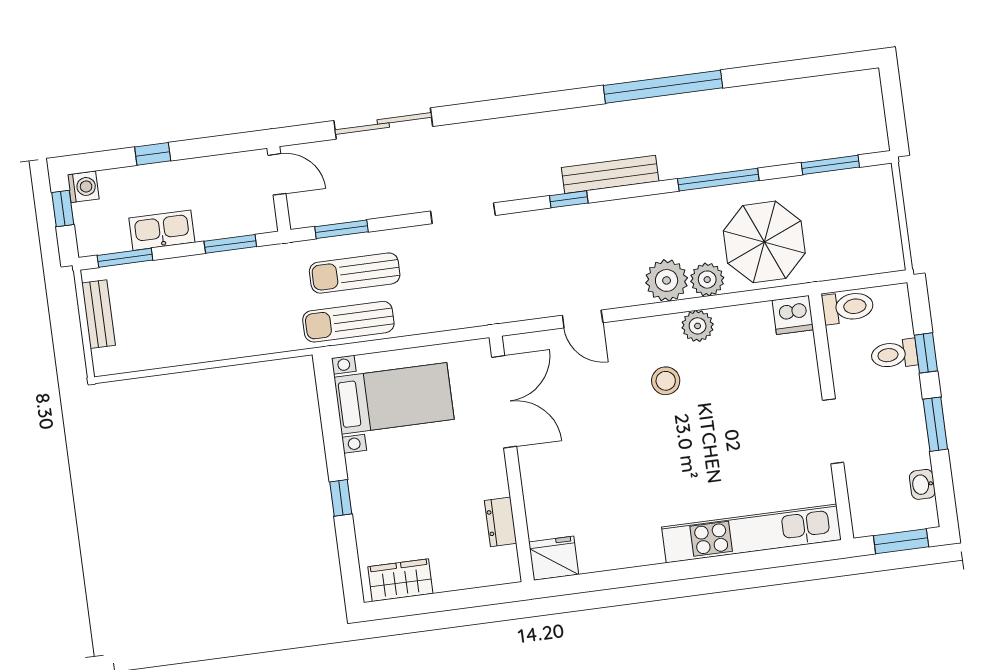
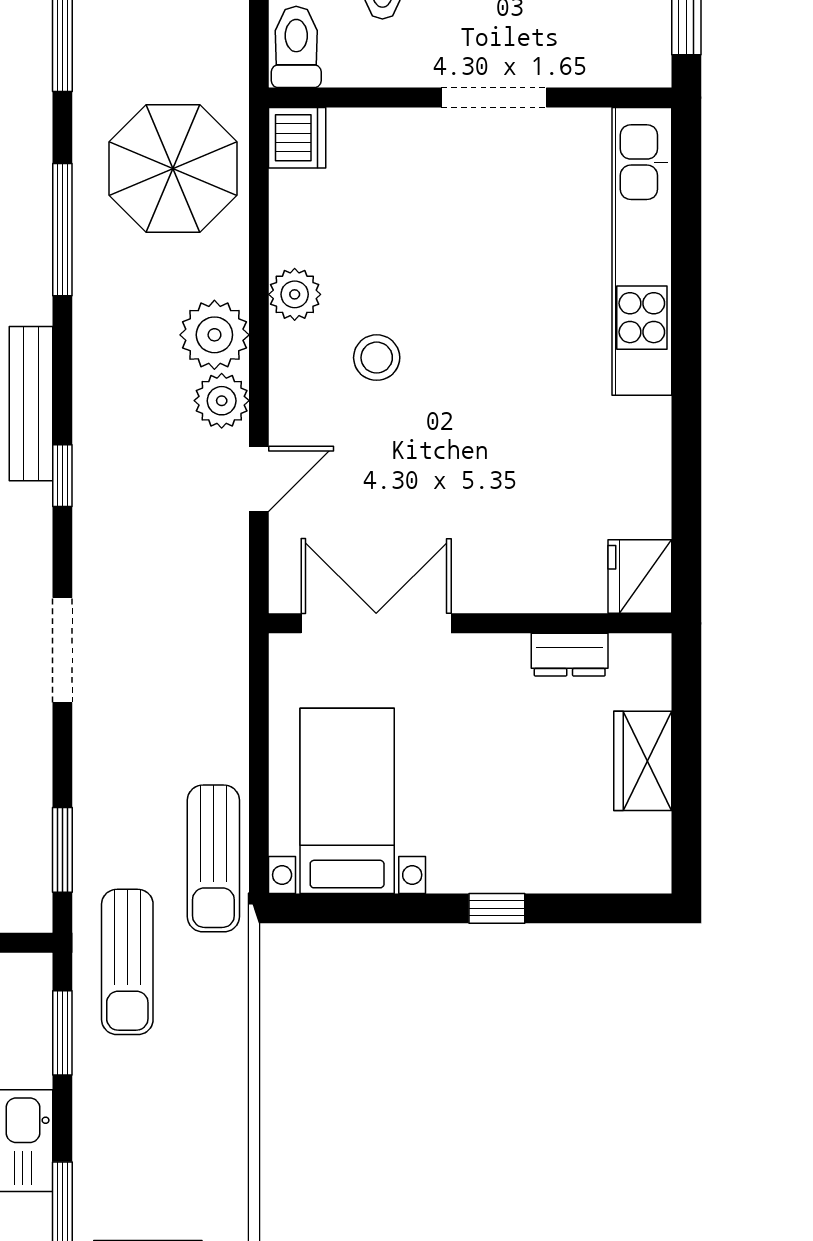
sun lounger: (355, 273) -> (127, 962), moved
plant: (707, 280) -> (222, 401), moved
wardrobe: (400, 580) -> (643, 761), moved

